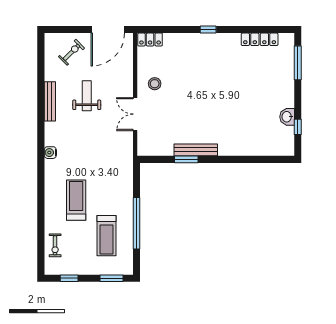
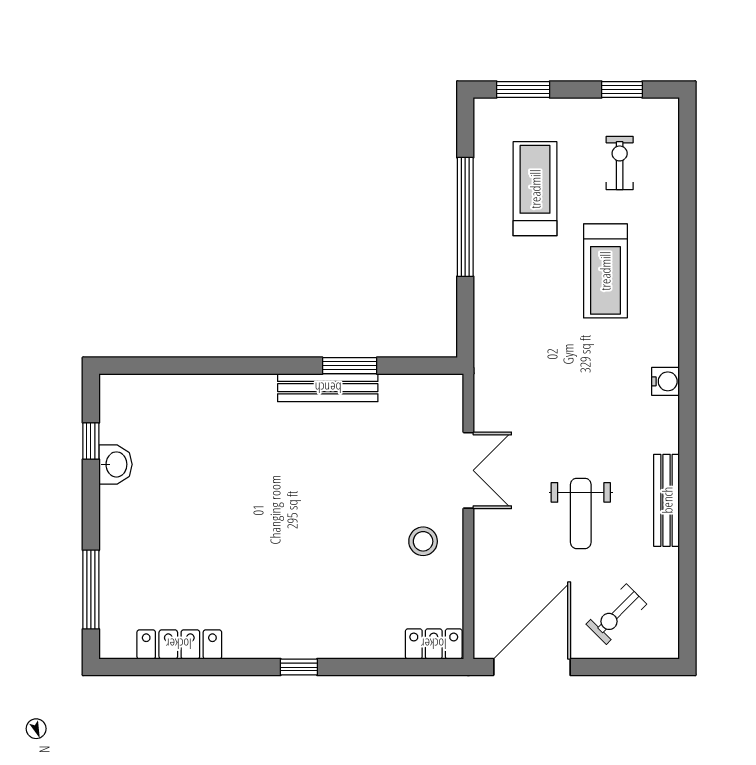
exercise bike: (55, 245) -> (620, 163), moved

